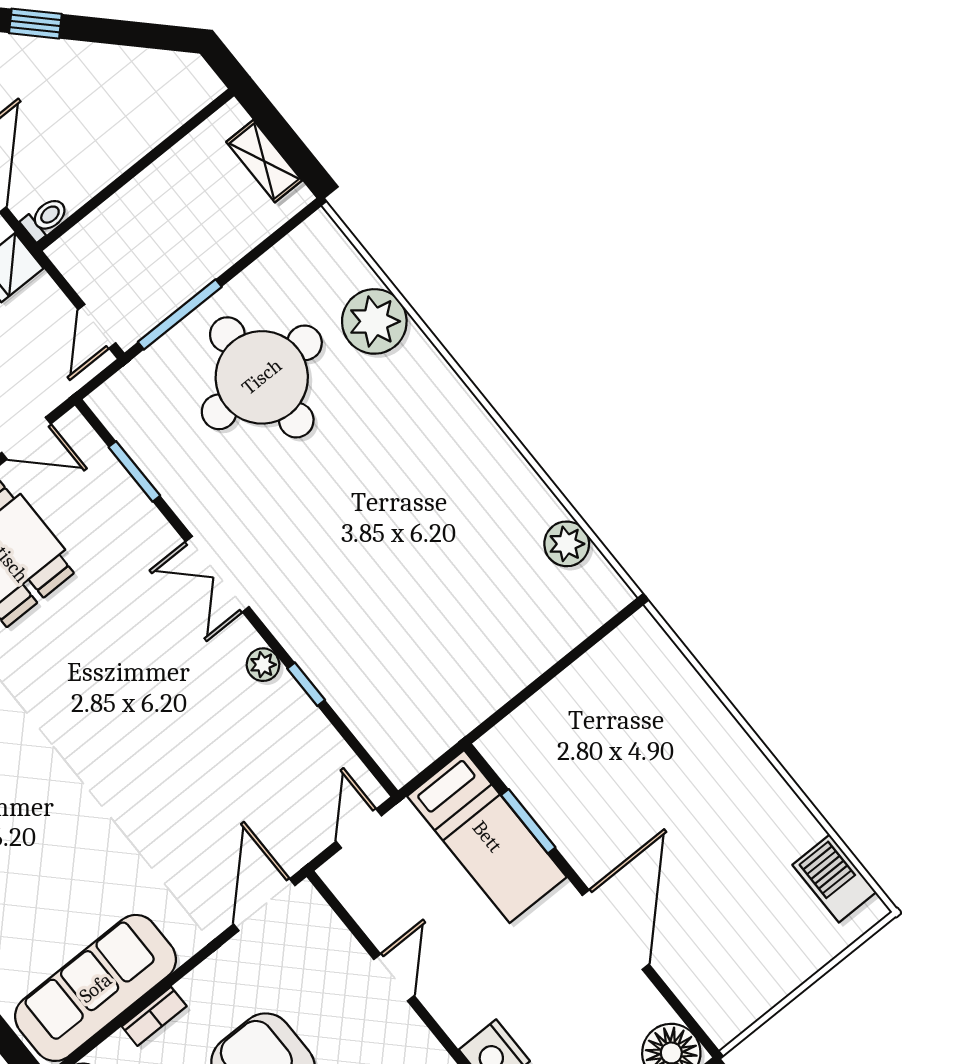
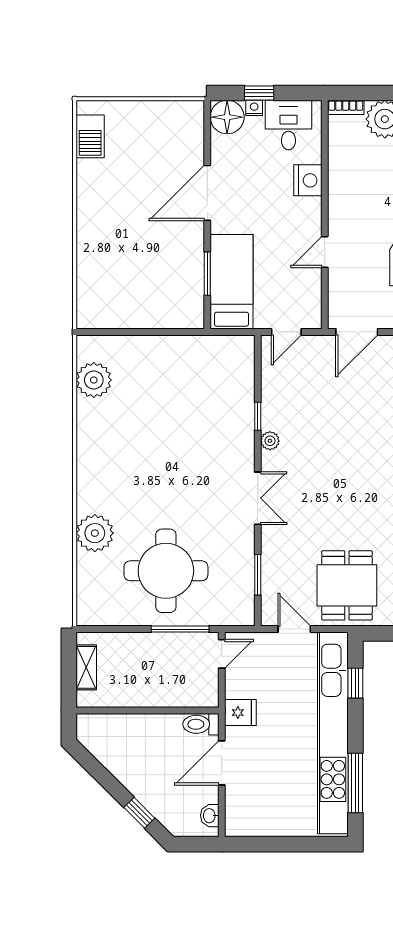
toilet: (45, 218) -> (201, 724), width x1.37, depth x1.39
plant: (374, 321) -> (95, 533), moved
plant: (567, 544) -> (94, 380), width x1.36, depth x1.36

